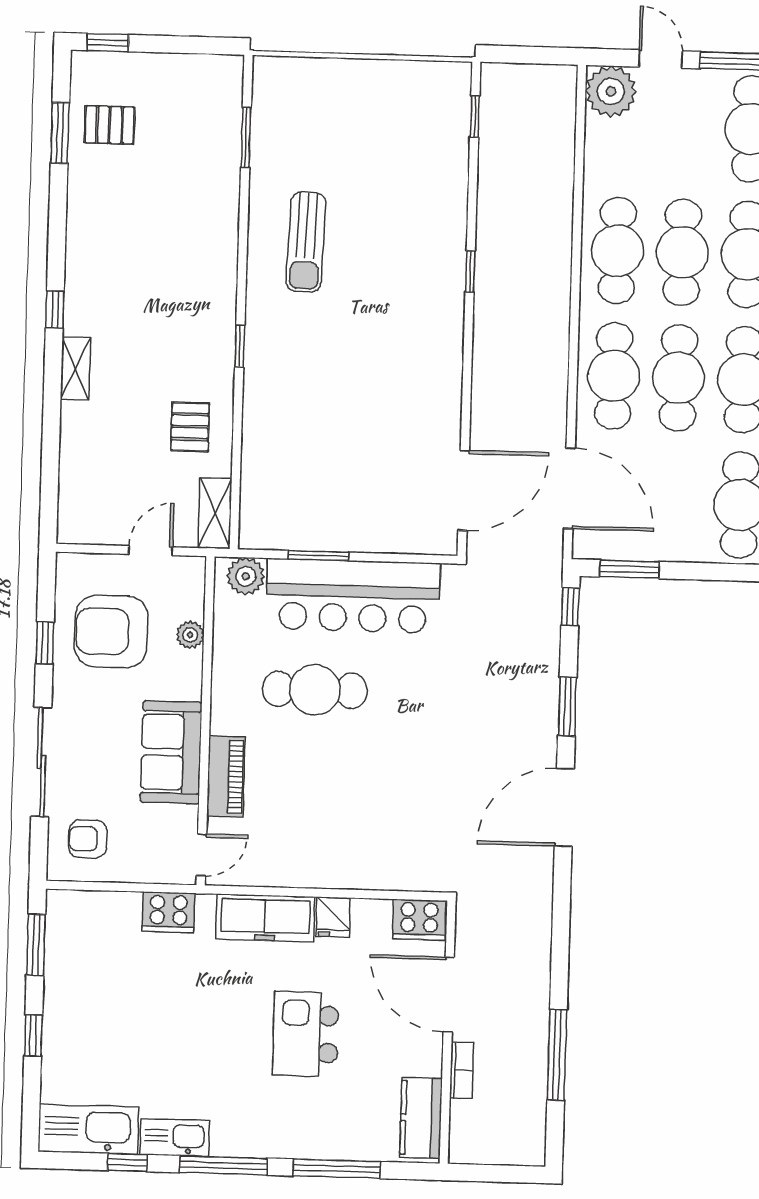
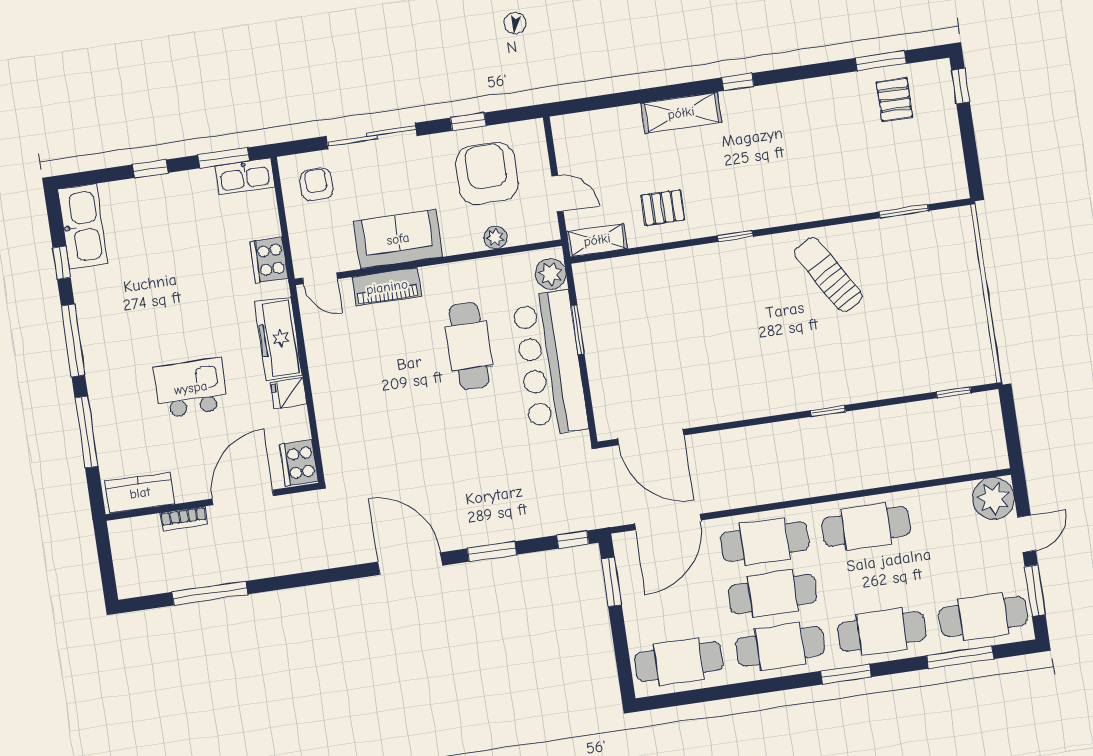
sun lounger: (306, 242) -> (828, 274), turned 57
cafe table: (682, 252) -> (874, 579), removed
shelving: (75, 368) -> (681, 113), width x1.50, depth x1.33
kitchen sink: (175, 1138) -> (245, 177), moved, turned 90

